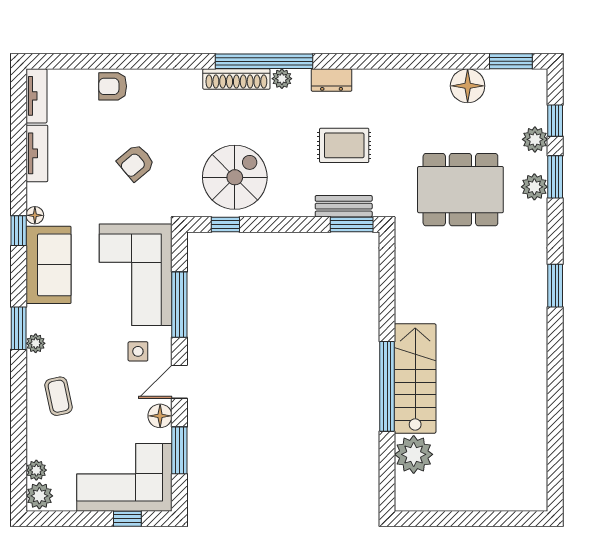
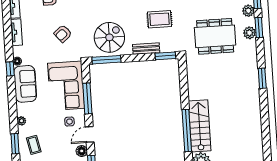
bench: (344, 206) -> (146, 49), moved
window: (225, 224) -> (106, 60), width x2.17
window: (19, 328) -> (15, 144), moved

